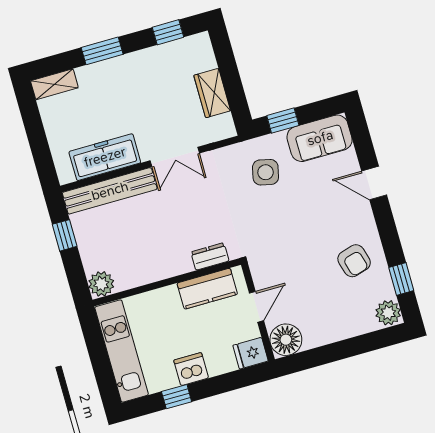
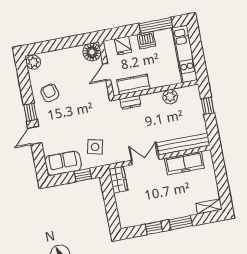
window: (168, 32) -> (154, 228), moved
wardrobe: (212, 93) -> (118, 180), moved
door: (374, 183) -> (35, 135), swing flipped
window: (65, 235) -> (208, 106), moved
window: (401, 279) -> (30, 112), moved
plant: (101, 284) -> (170, 97), moved
fridge: (251, 353) -> (123, 46), moved, turned 90
window: (177, 397) -> (156, 26), width x2.17

